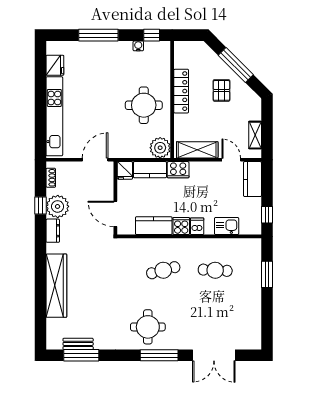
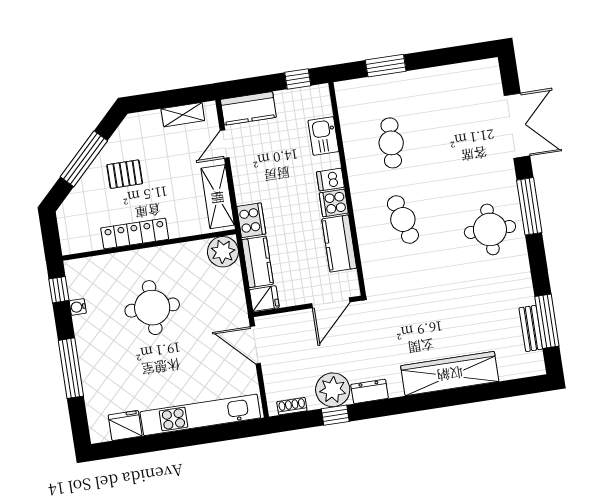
round table: (144, 105) -> (152, 308), moved

